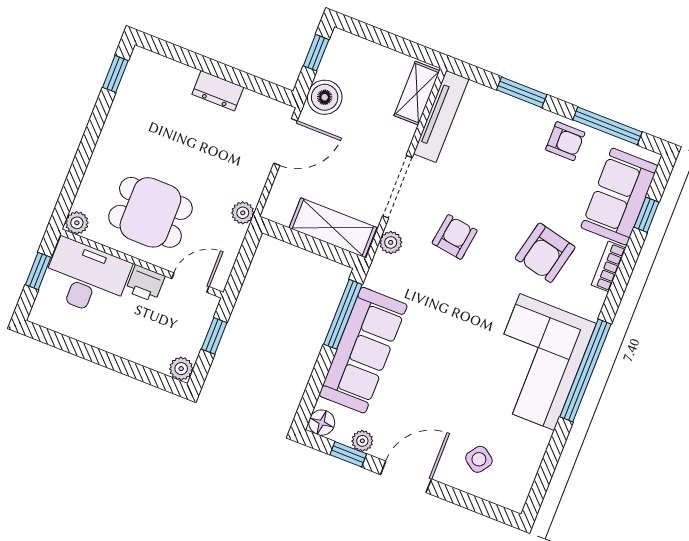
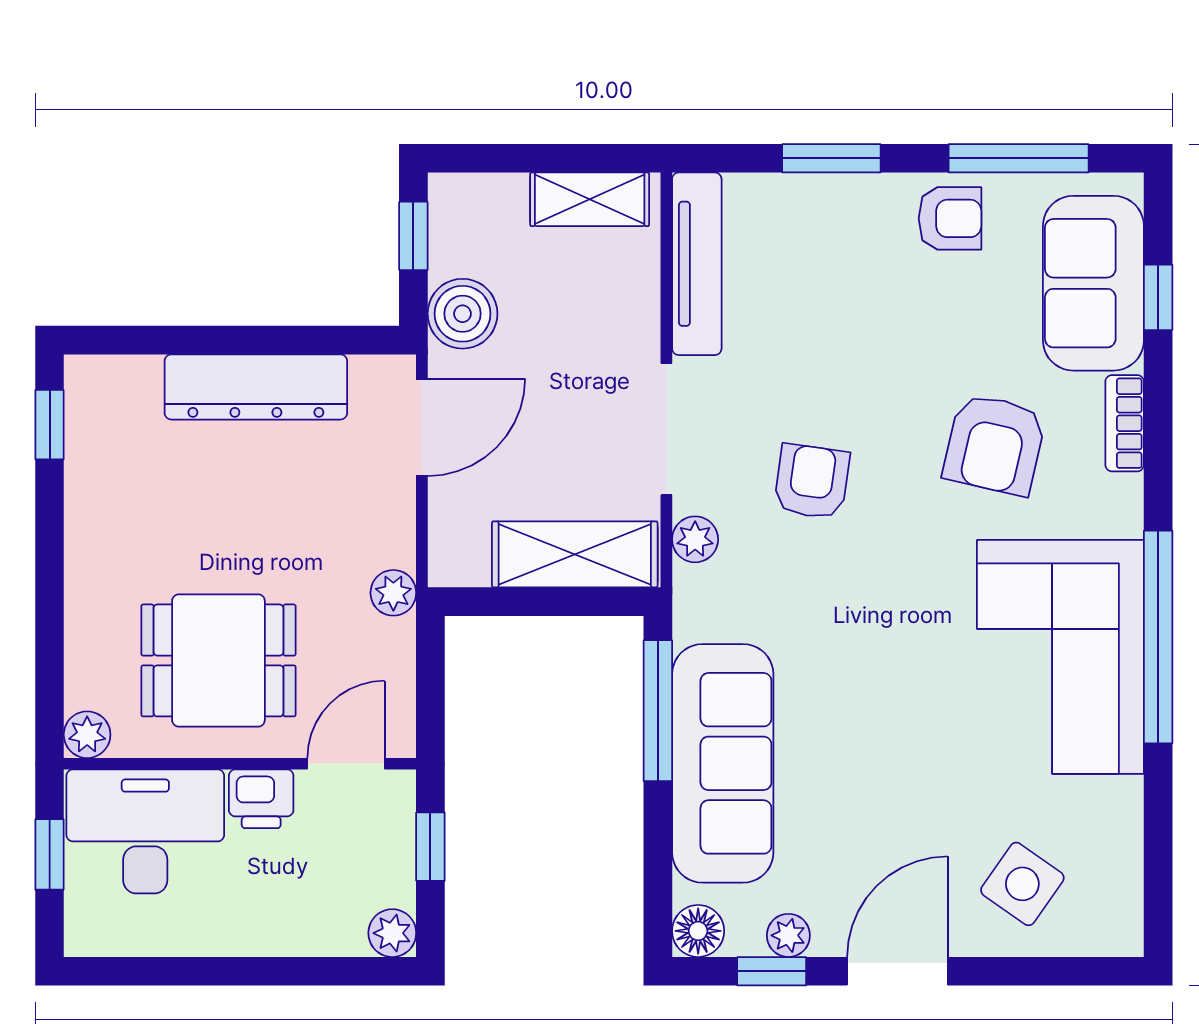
dresser: (218, 91) -> (256, 387), width x1.96, depth x1.24
shelving: (417, 93) -> (590, 199), moved, turned 90
side table: (479, 459) -> (1022, 884), width x1.37, depth x1.37

